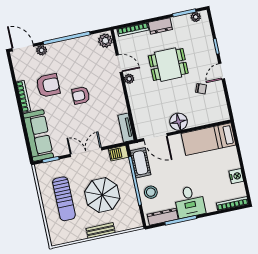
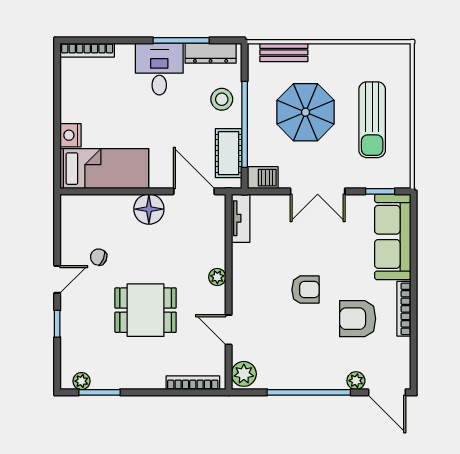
dresser: (160, 26) -> (145, 379), removed
plant: (129, 79) -> (217, 277), moved
nightstand: (236, 176) -> (71, 135), moved
sun lounger: (64, 199) -> (372, 120), turned 180
bench: (101, 231) -> (284, 52), moved

